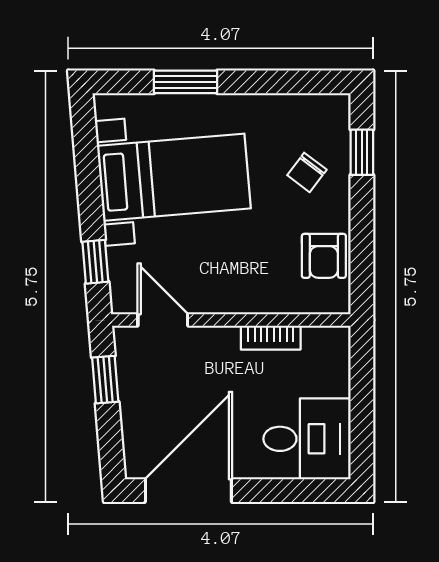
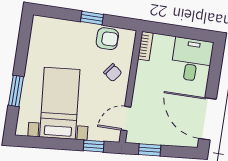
window: (362, 152) -> (92, 18), moved
chair: (307, 172) -> (113, 73), moved
bookcase: (271, 338) -> (145, 46), moved

